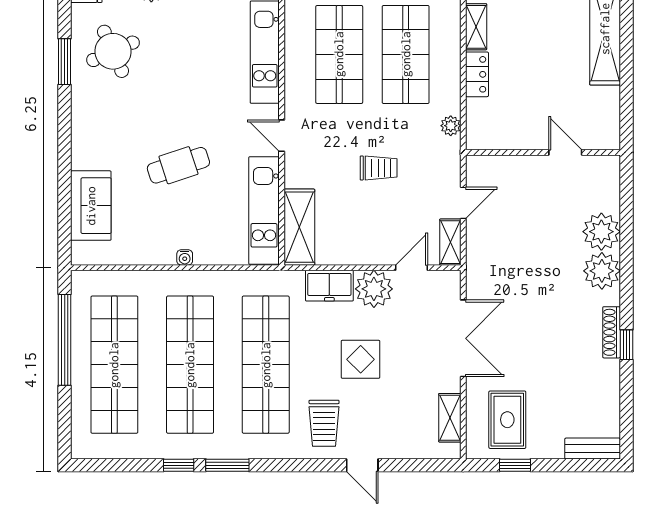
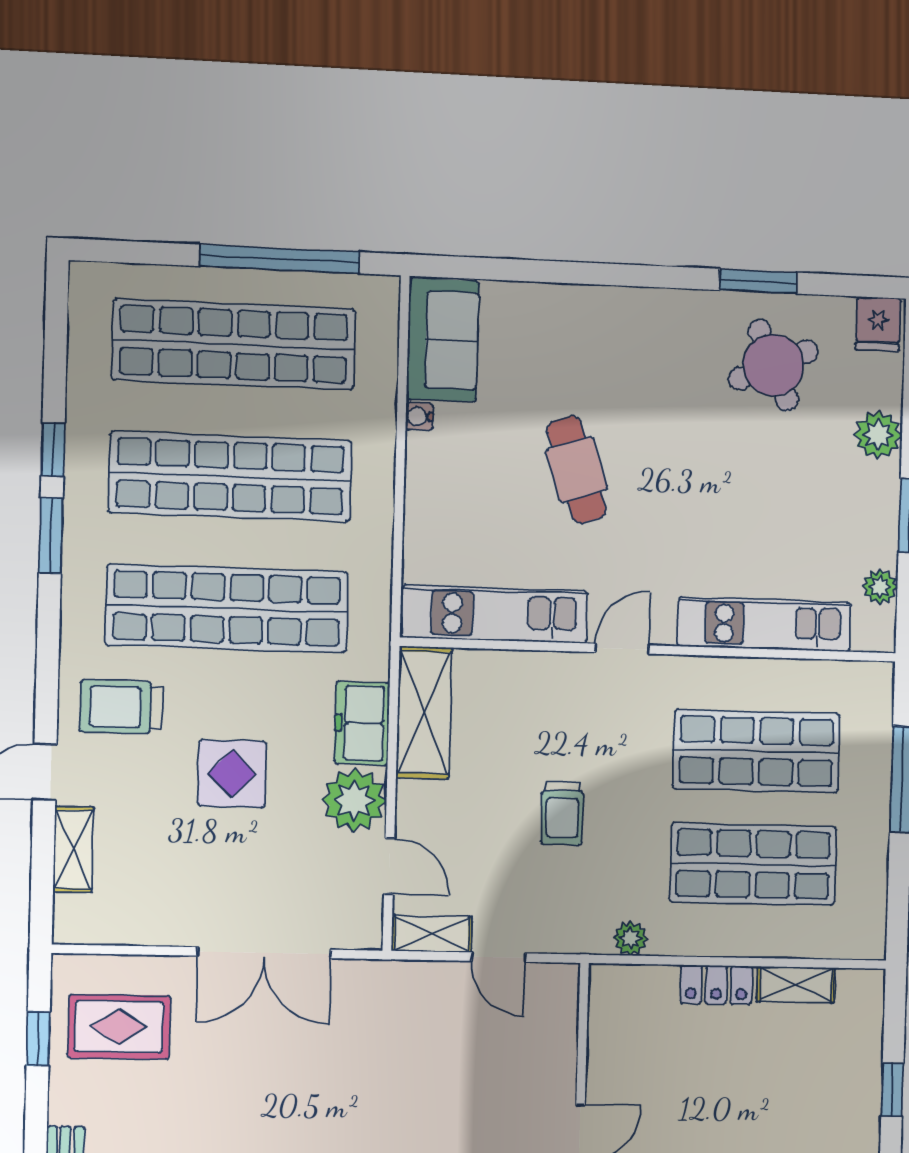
sofa: (91, 206) -> (443, 340), moved, turned -90
shelving: (299, 227) -> (424, 713), moved, turned 90
water cooler: (185, 257) -> (419, 416), moved
shelving: (450, 418) -> (73, 849), moved, turned 90

